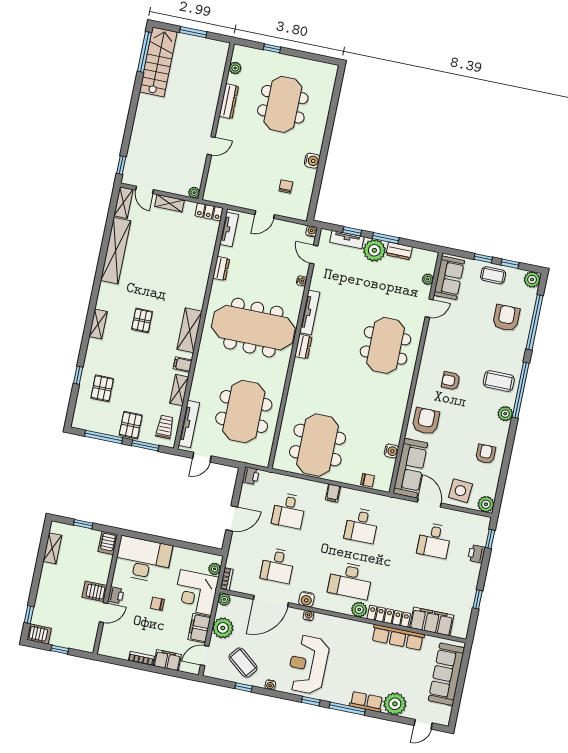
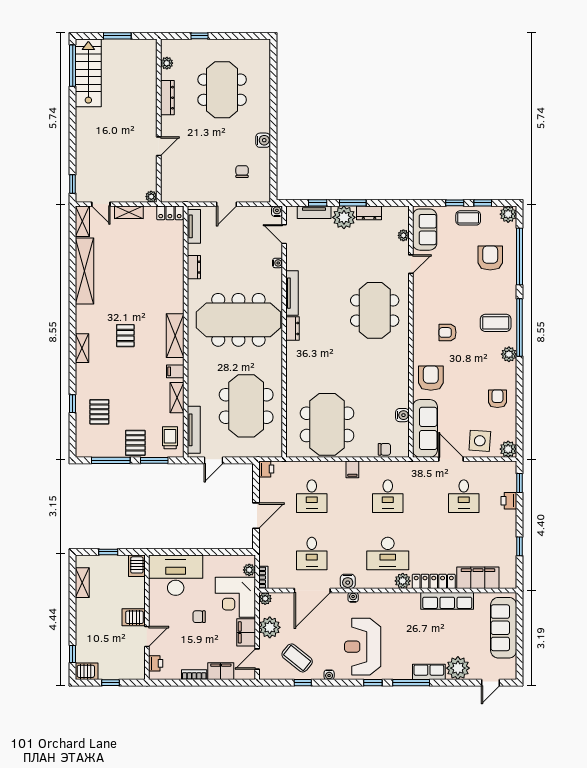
printer: (116, 595) -> (156, 663), moved

